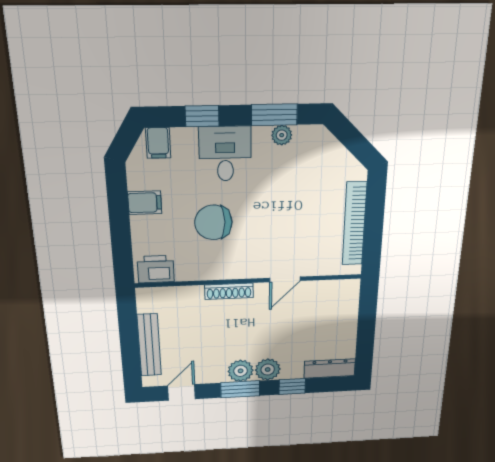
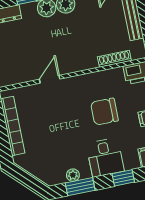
chair: (213, 222) -> (104, 112), turned 180
shoe rack: (229, 291) -> (114, 59), moved

